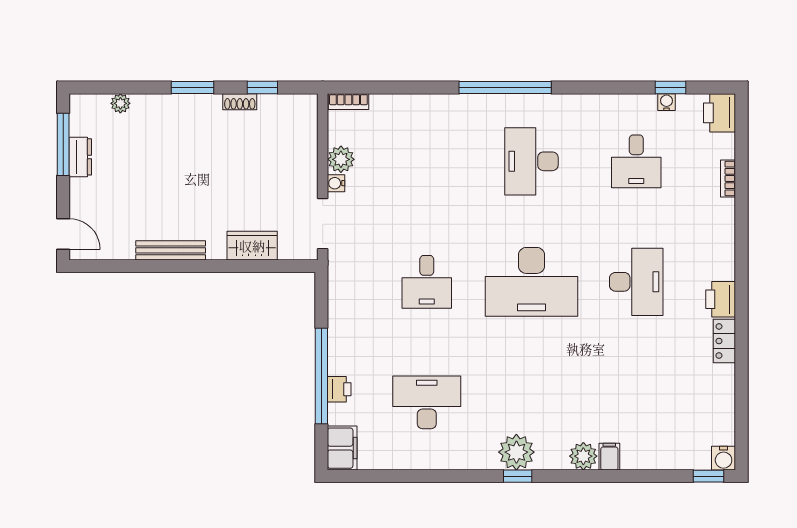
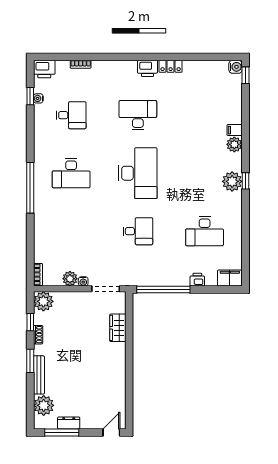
plant: (120, 103) -> (44, 405), width x1.87, depth x1.87
plant: (300, 111) -> (43, 301), added
bench: (171, 250) -> (39, 375), moved
window: (321, 376) -> (163, 289), moved
desk: (427, 402) -> (205, 231), turned -90

